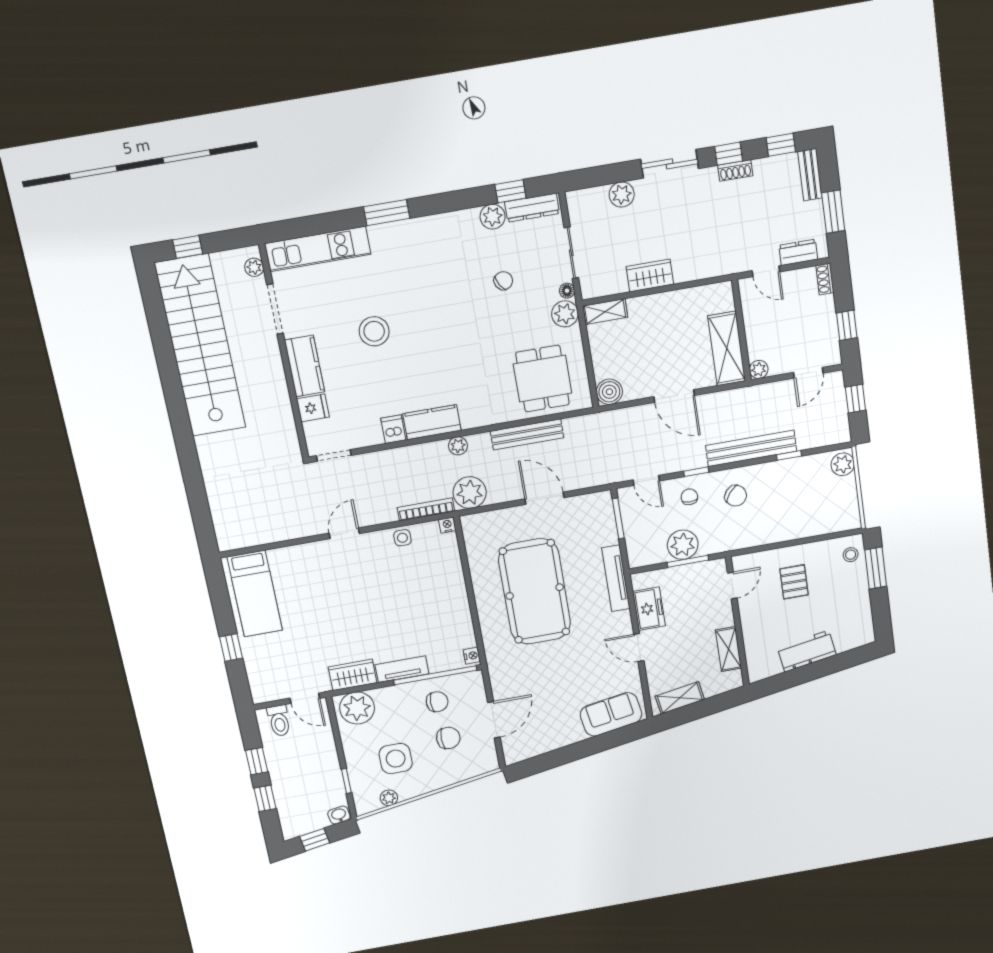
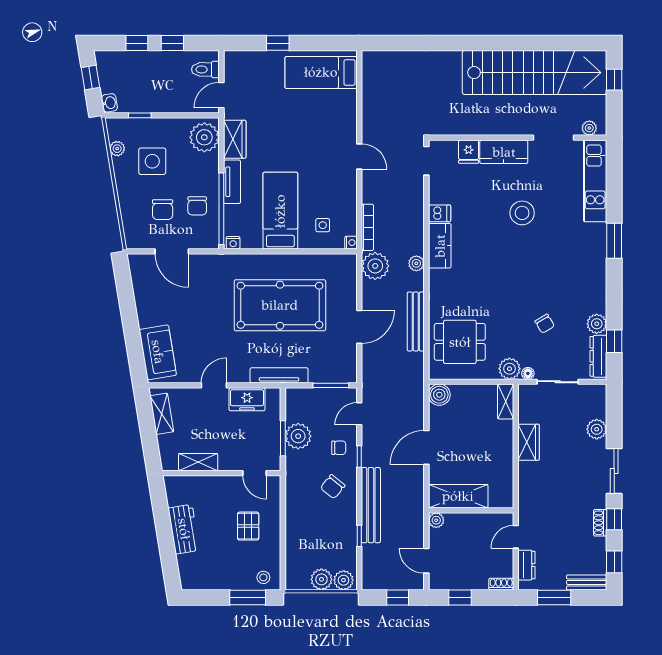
plant: (845, 489) -> (321, 579), added
side table: (402, 538) -> (323, 225), moved
pallet: (794, 582) -> (248, 526), turned 90
bed: (425, 610) -> (280, 211), added

